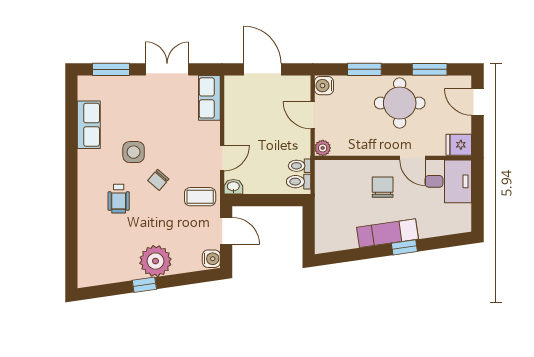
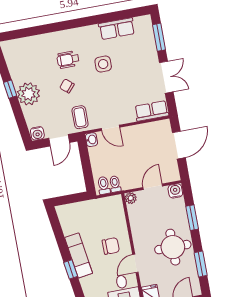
chair: (158, 180) -> (67, 86), moved

